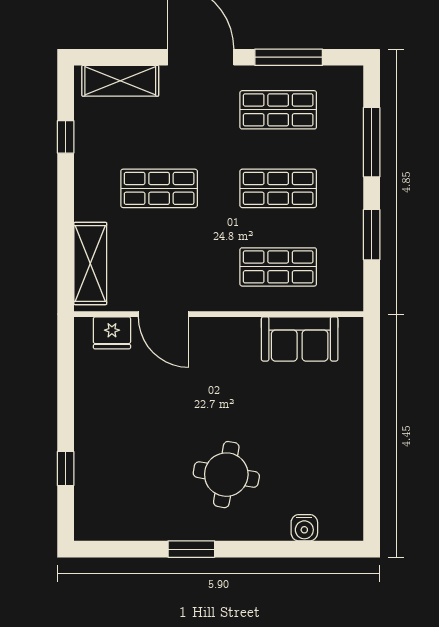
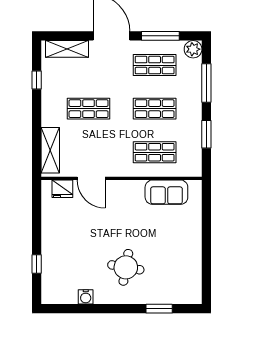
plant: (348, 81) -> (193, 49), added
water cooler: (304, 528) -> (86, 297), moved
window: (191, 549) -> (159, 309), moved

